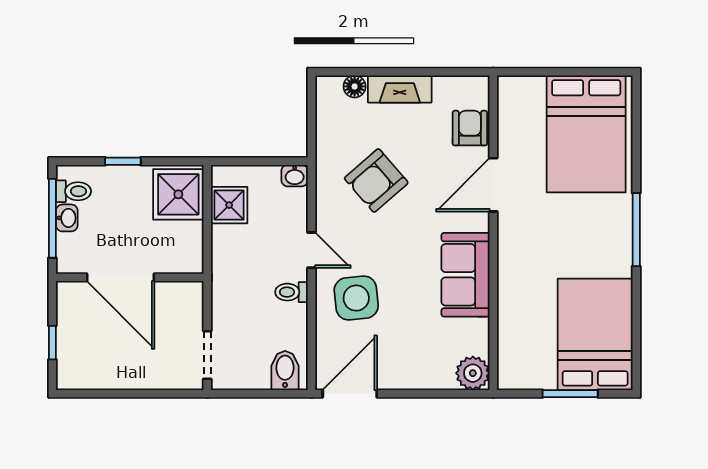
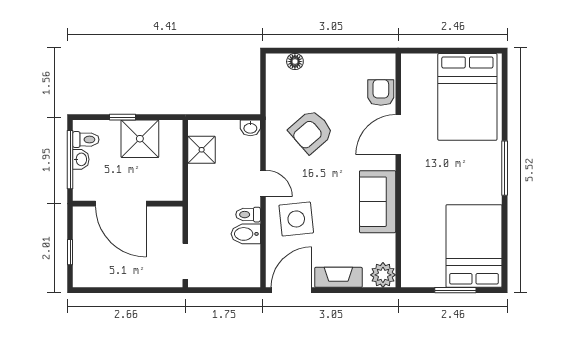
fireplace: (400, 89) -> (338, 277), moved, turned 180
shower: (178, 194) -> (140, 139), moved
bidet: (285, 370) -> (246, 234), moved, turned -90

